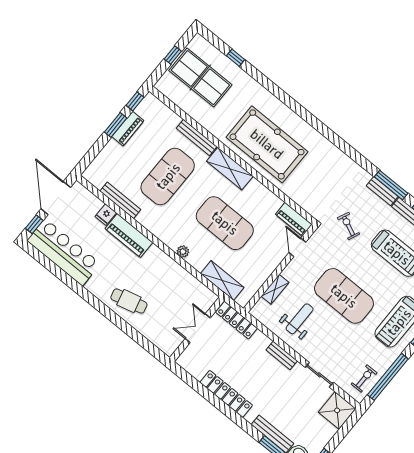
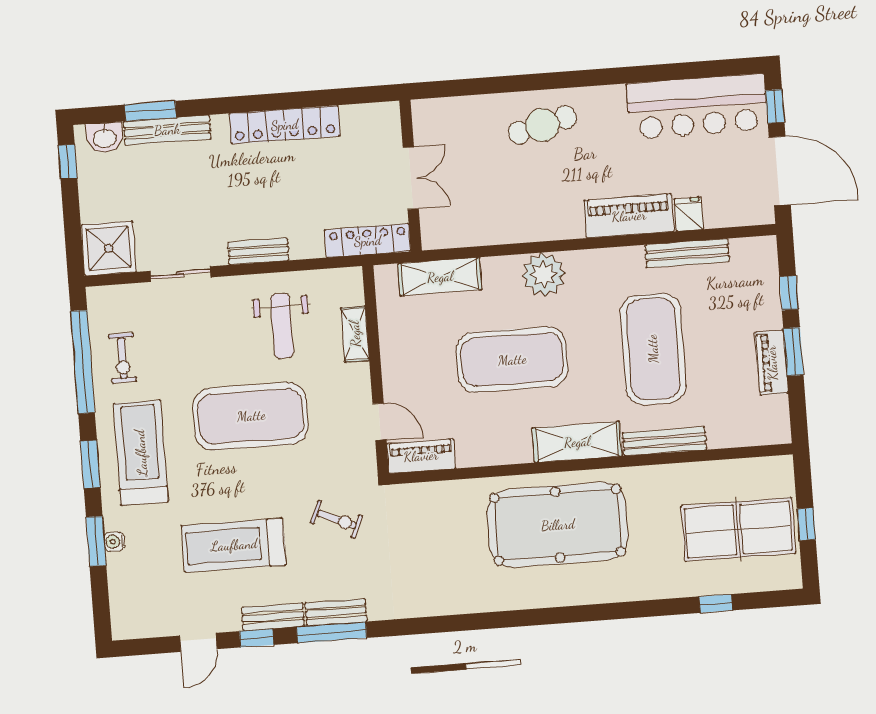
window: (135, 101) -> (789, 293), moved
plant: (183, 252) -> (544, 274), width x1.87, depth x1.87
exercise bike: (364, 379) -> (122, 358), moved

